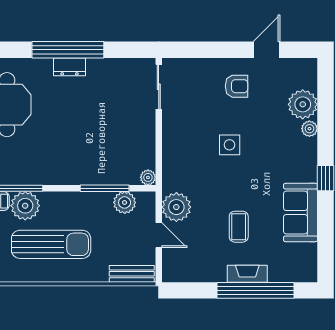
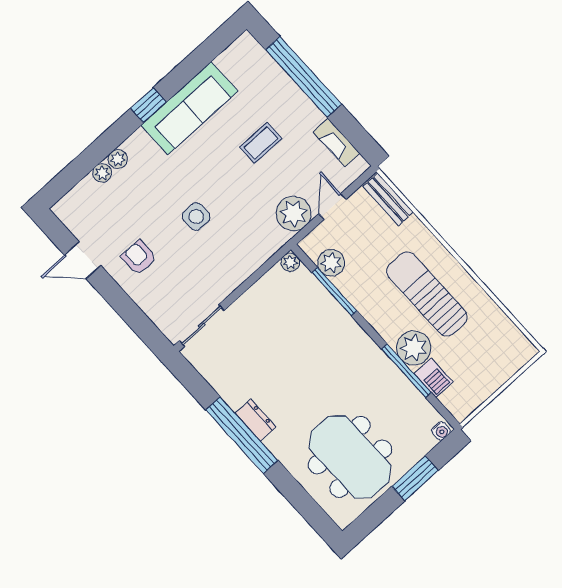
plant: (303, 104) -> (102, 173), width x0.53, depth x0.53
sofa: (301, 212) -> (189, 108), width x1.36
fireplace: (247, 274) -> (336, 142), moved

